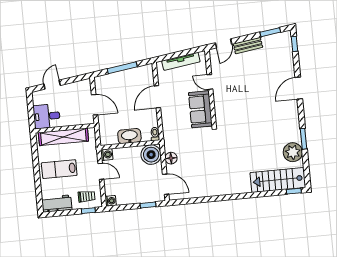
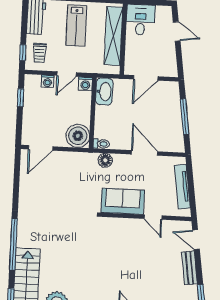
door: (210, 82) -> (153, 217), swing flipped
washbasin: (129, 136) -> (104, 91), moved
floor lamp: (171, 158) -> (105, 160), moved
lab bench: (59, 169) -> (76, 26), turned 180
window: (249, 195) -> (13, 244), added
washing machine: (111, 201) -> (48, 81), moved
window: (148, 205) -> (20, 98), moved

